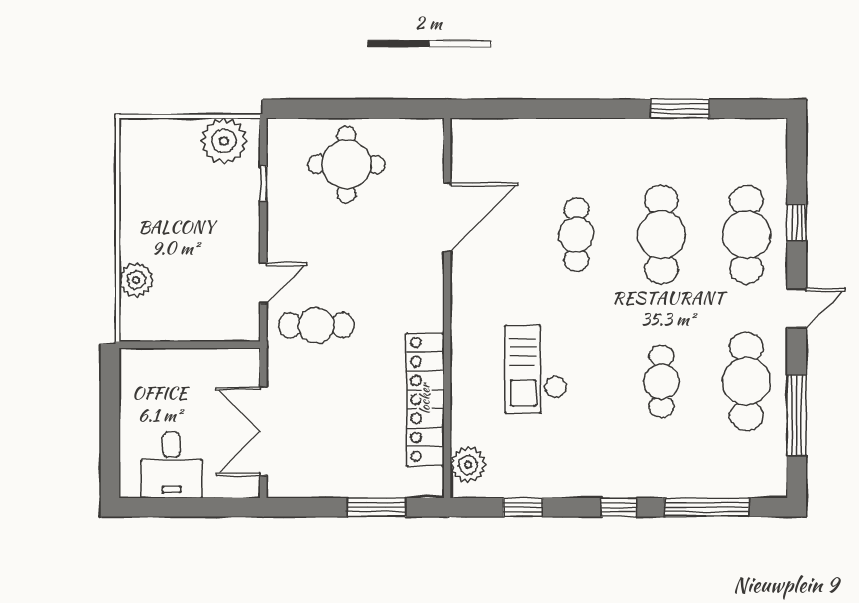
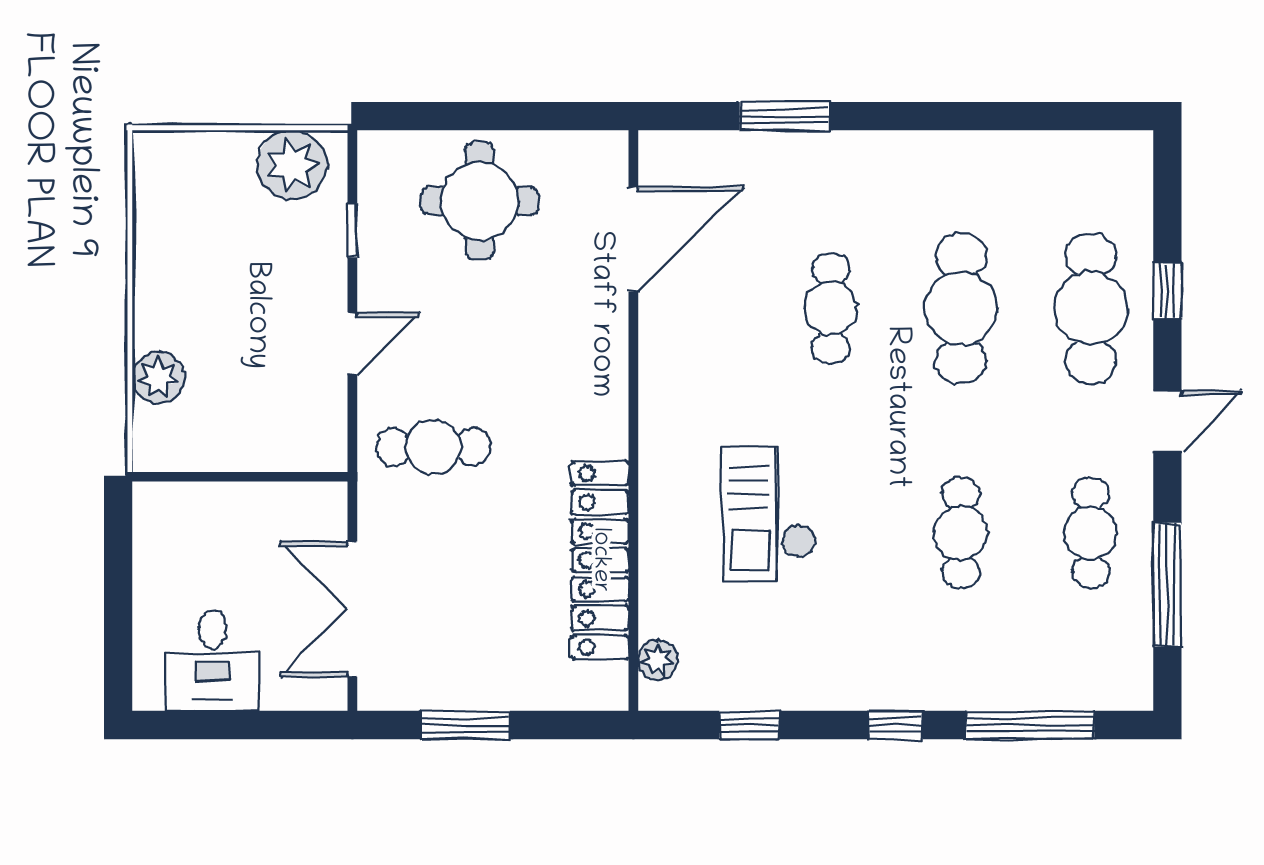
window: (680, 109) -> (785, 116), moved
door: (447, 217) -> (633, 239), moved
door: (263, 283) -> (352, 343), moved
cafe table: (746, 381) -> (1091, 533), width x0.73, depth x0.74
plant: (468, 465) -> (658, 660), width x0.73, depth x0.73
window: (377, 507) -> (465, 725), moved

